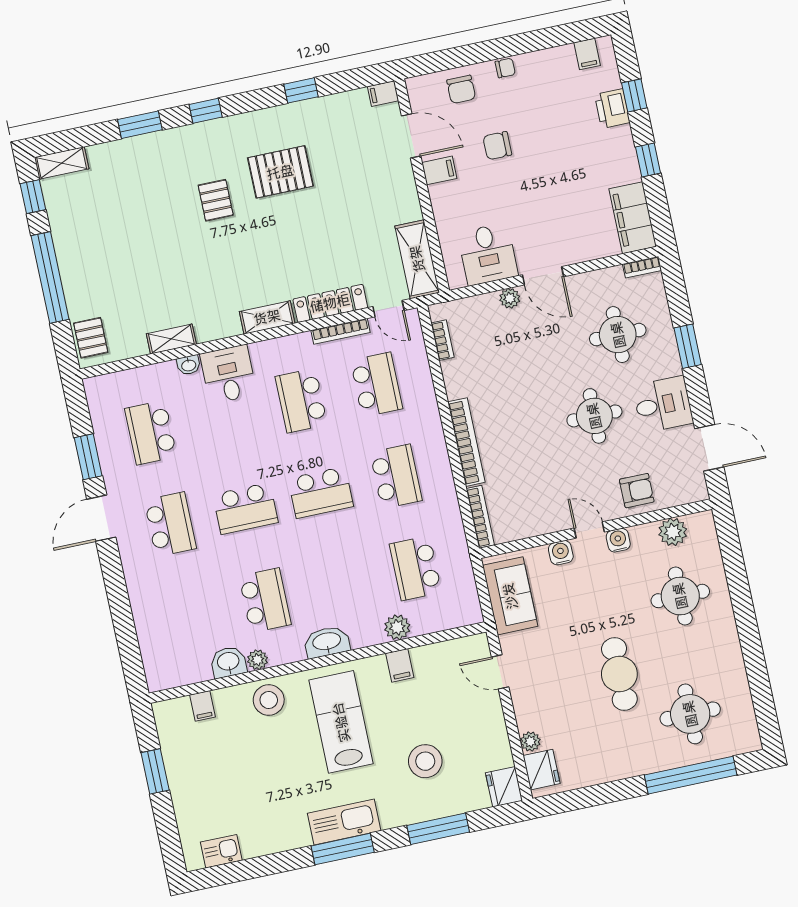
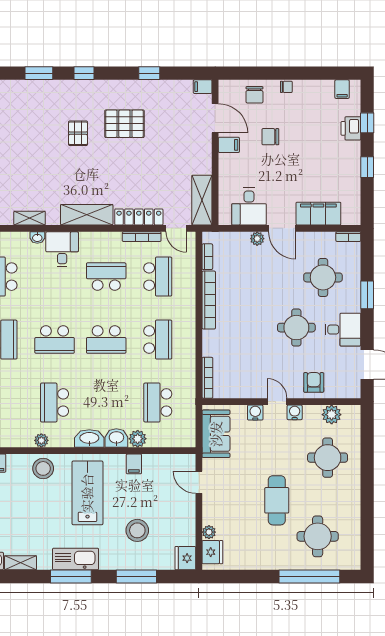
filing cabinet: (633, 218) -> (318, 214), moved, turned 90
shelving: (267, 317) -> (87, 215), width x1.50, depth x1.33
school desk: (301, 401) -> (106, 277), turned 90
bookcase: (466, 442) -> (209, 300), moved
armchair: (637, 491) -> (314, 382), turned -90
school desk: (265, 600) -> (55, 403), turned 180
washbasin: (228, 662) -> (116, 438), moved
shelving: (265, 845) -> (21, 563), added

